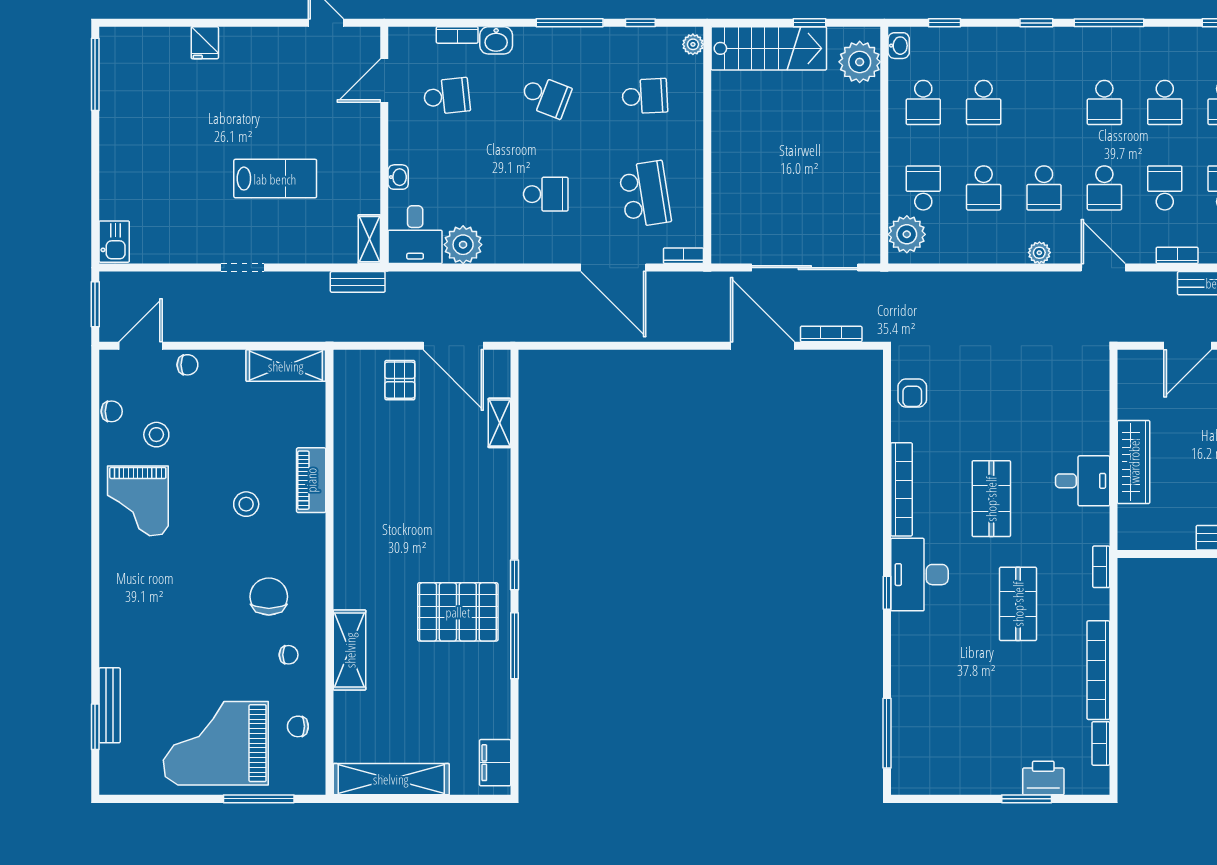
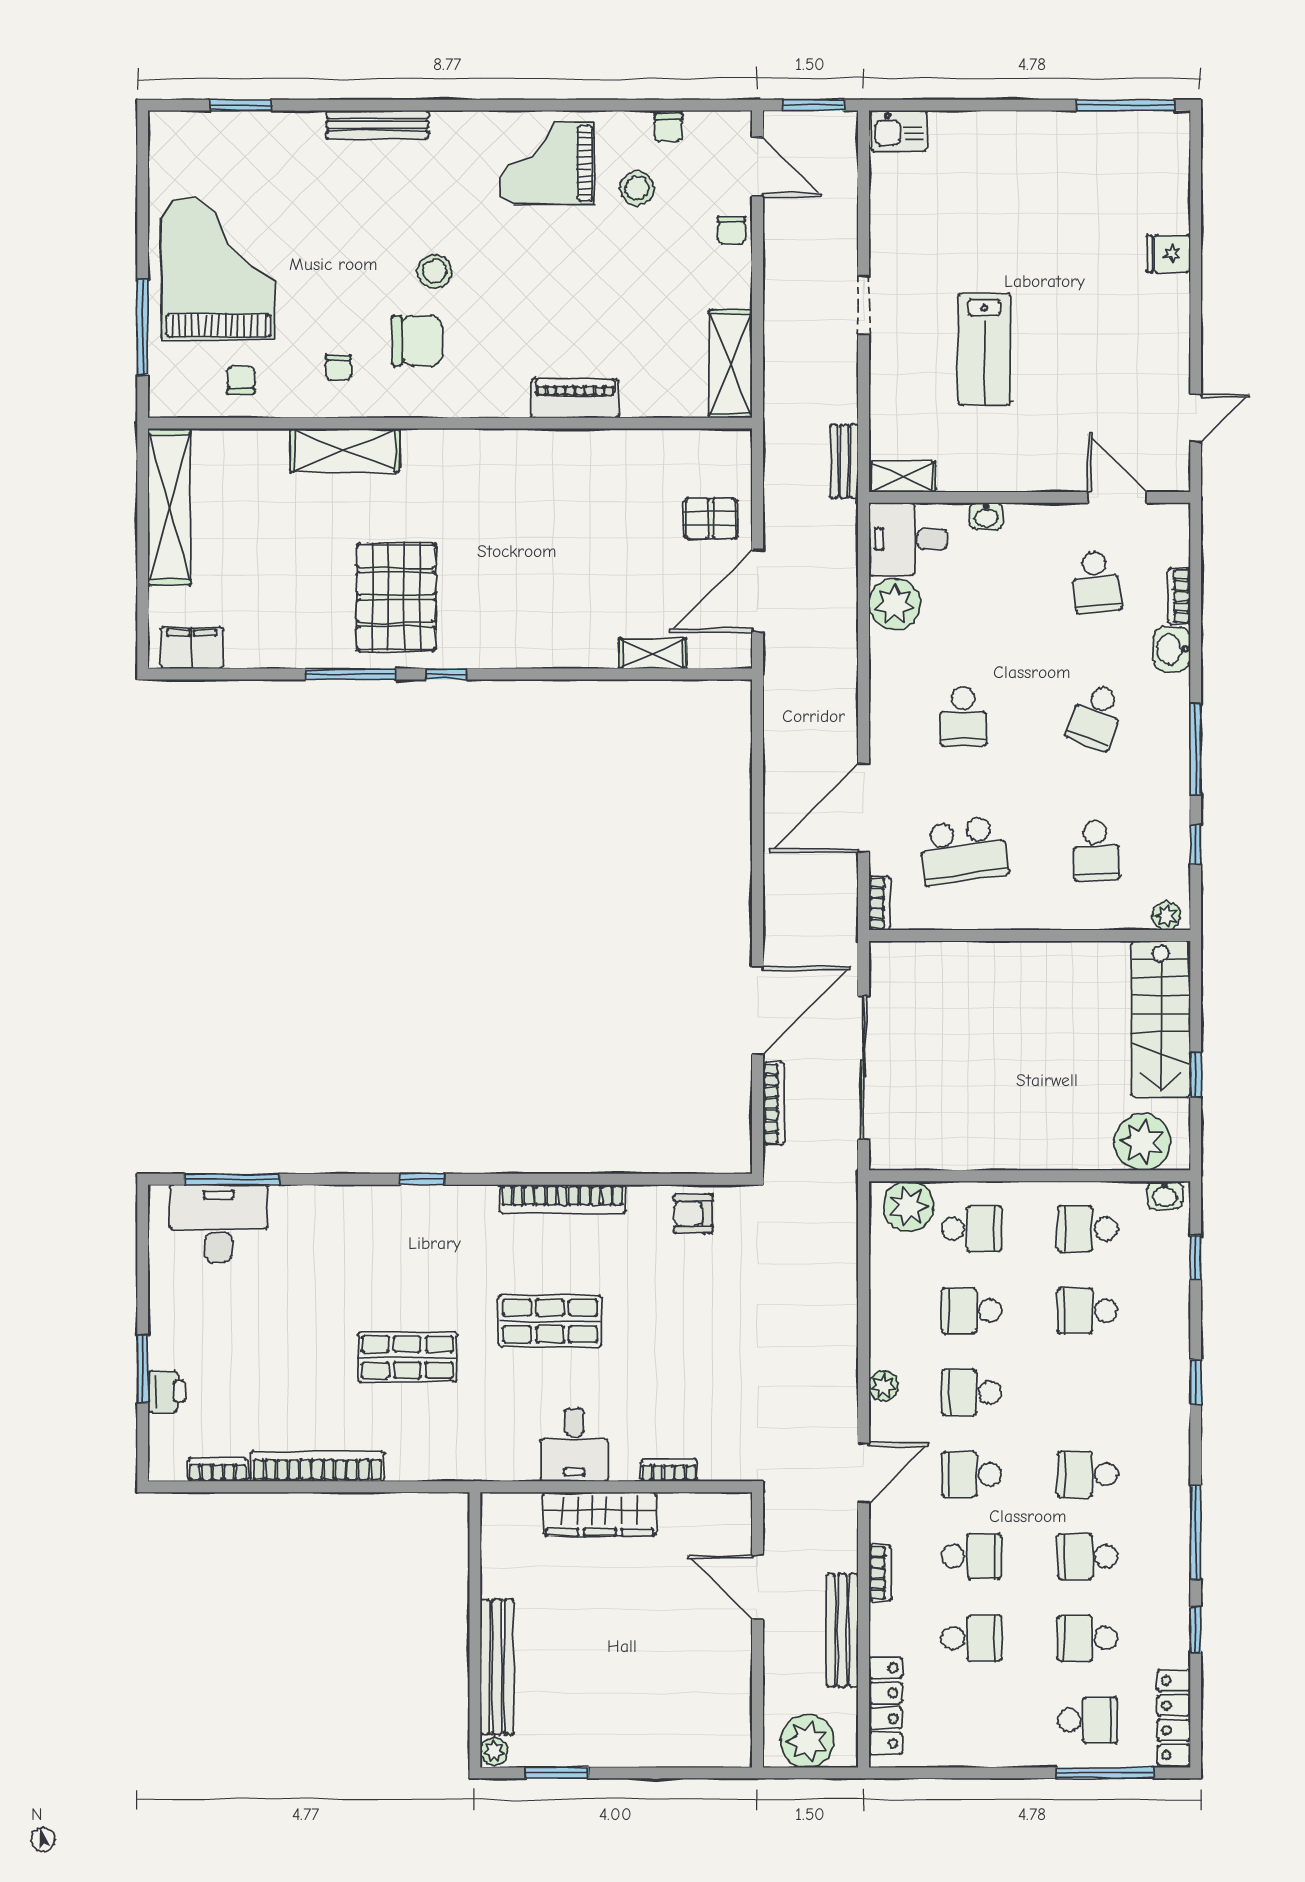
window: (1109, 23) -> (1196, 1532), moved
stool: (246, 504) -> (434, 271), moved
bookcase: (1101, 567) -> (669, 1470), moved
desk: (919, 575) -> (219, 1223), moved
bench: (110, 705) -> (377, 125), moved
printer: (1043, 778) -> (166, 1391), width x0.73, depth x0.81

